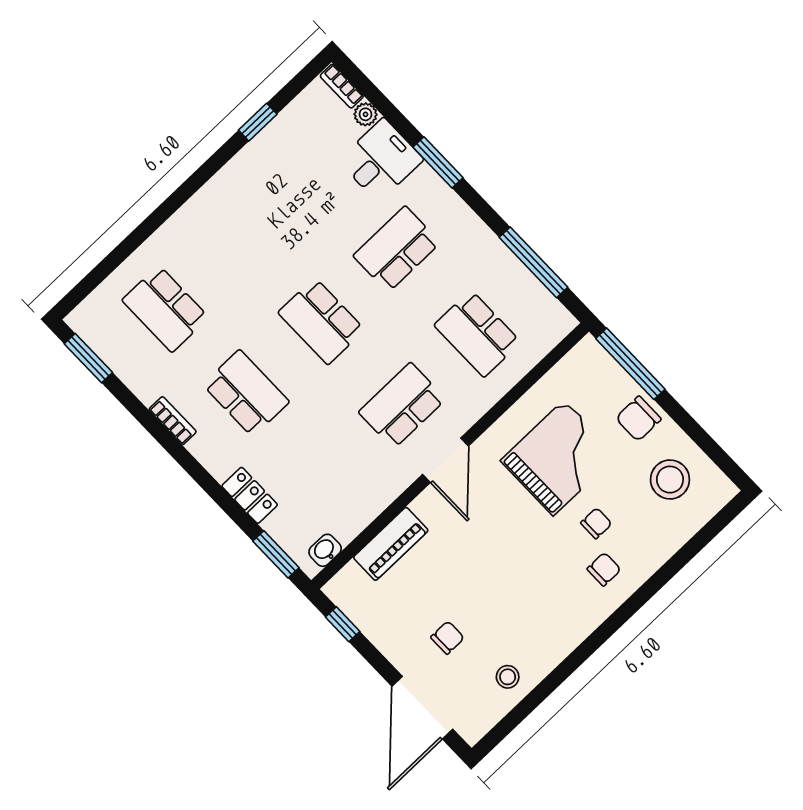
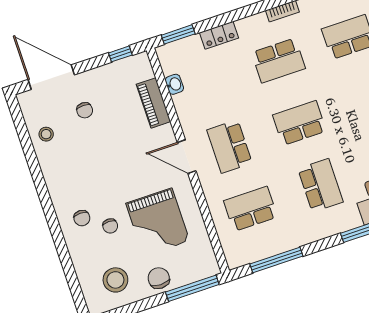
school desk: (402, 406) -> (230, 146), turned 180
washbasin: (325, 550) -> (174, 84), moved

